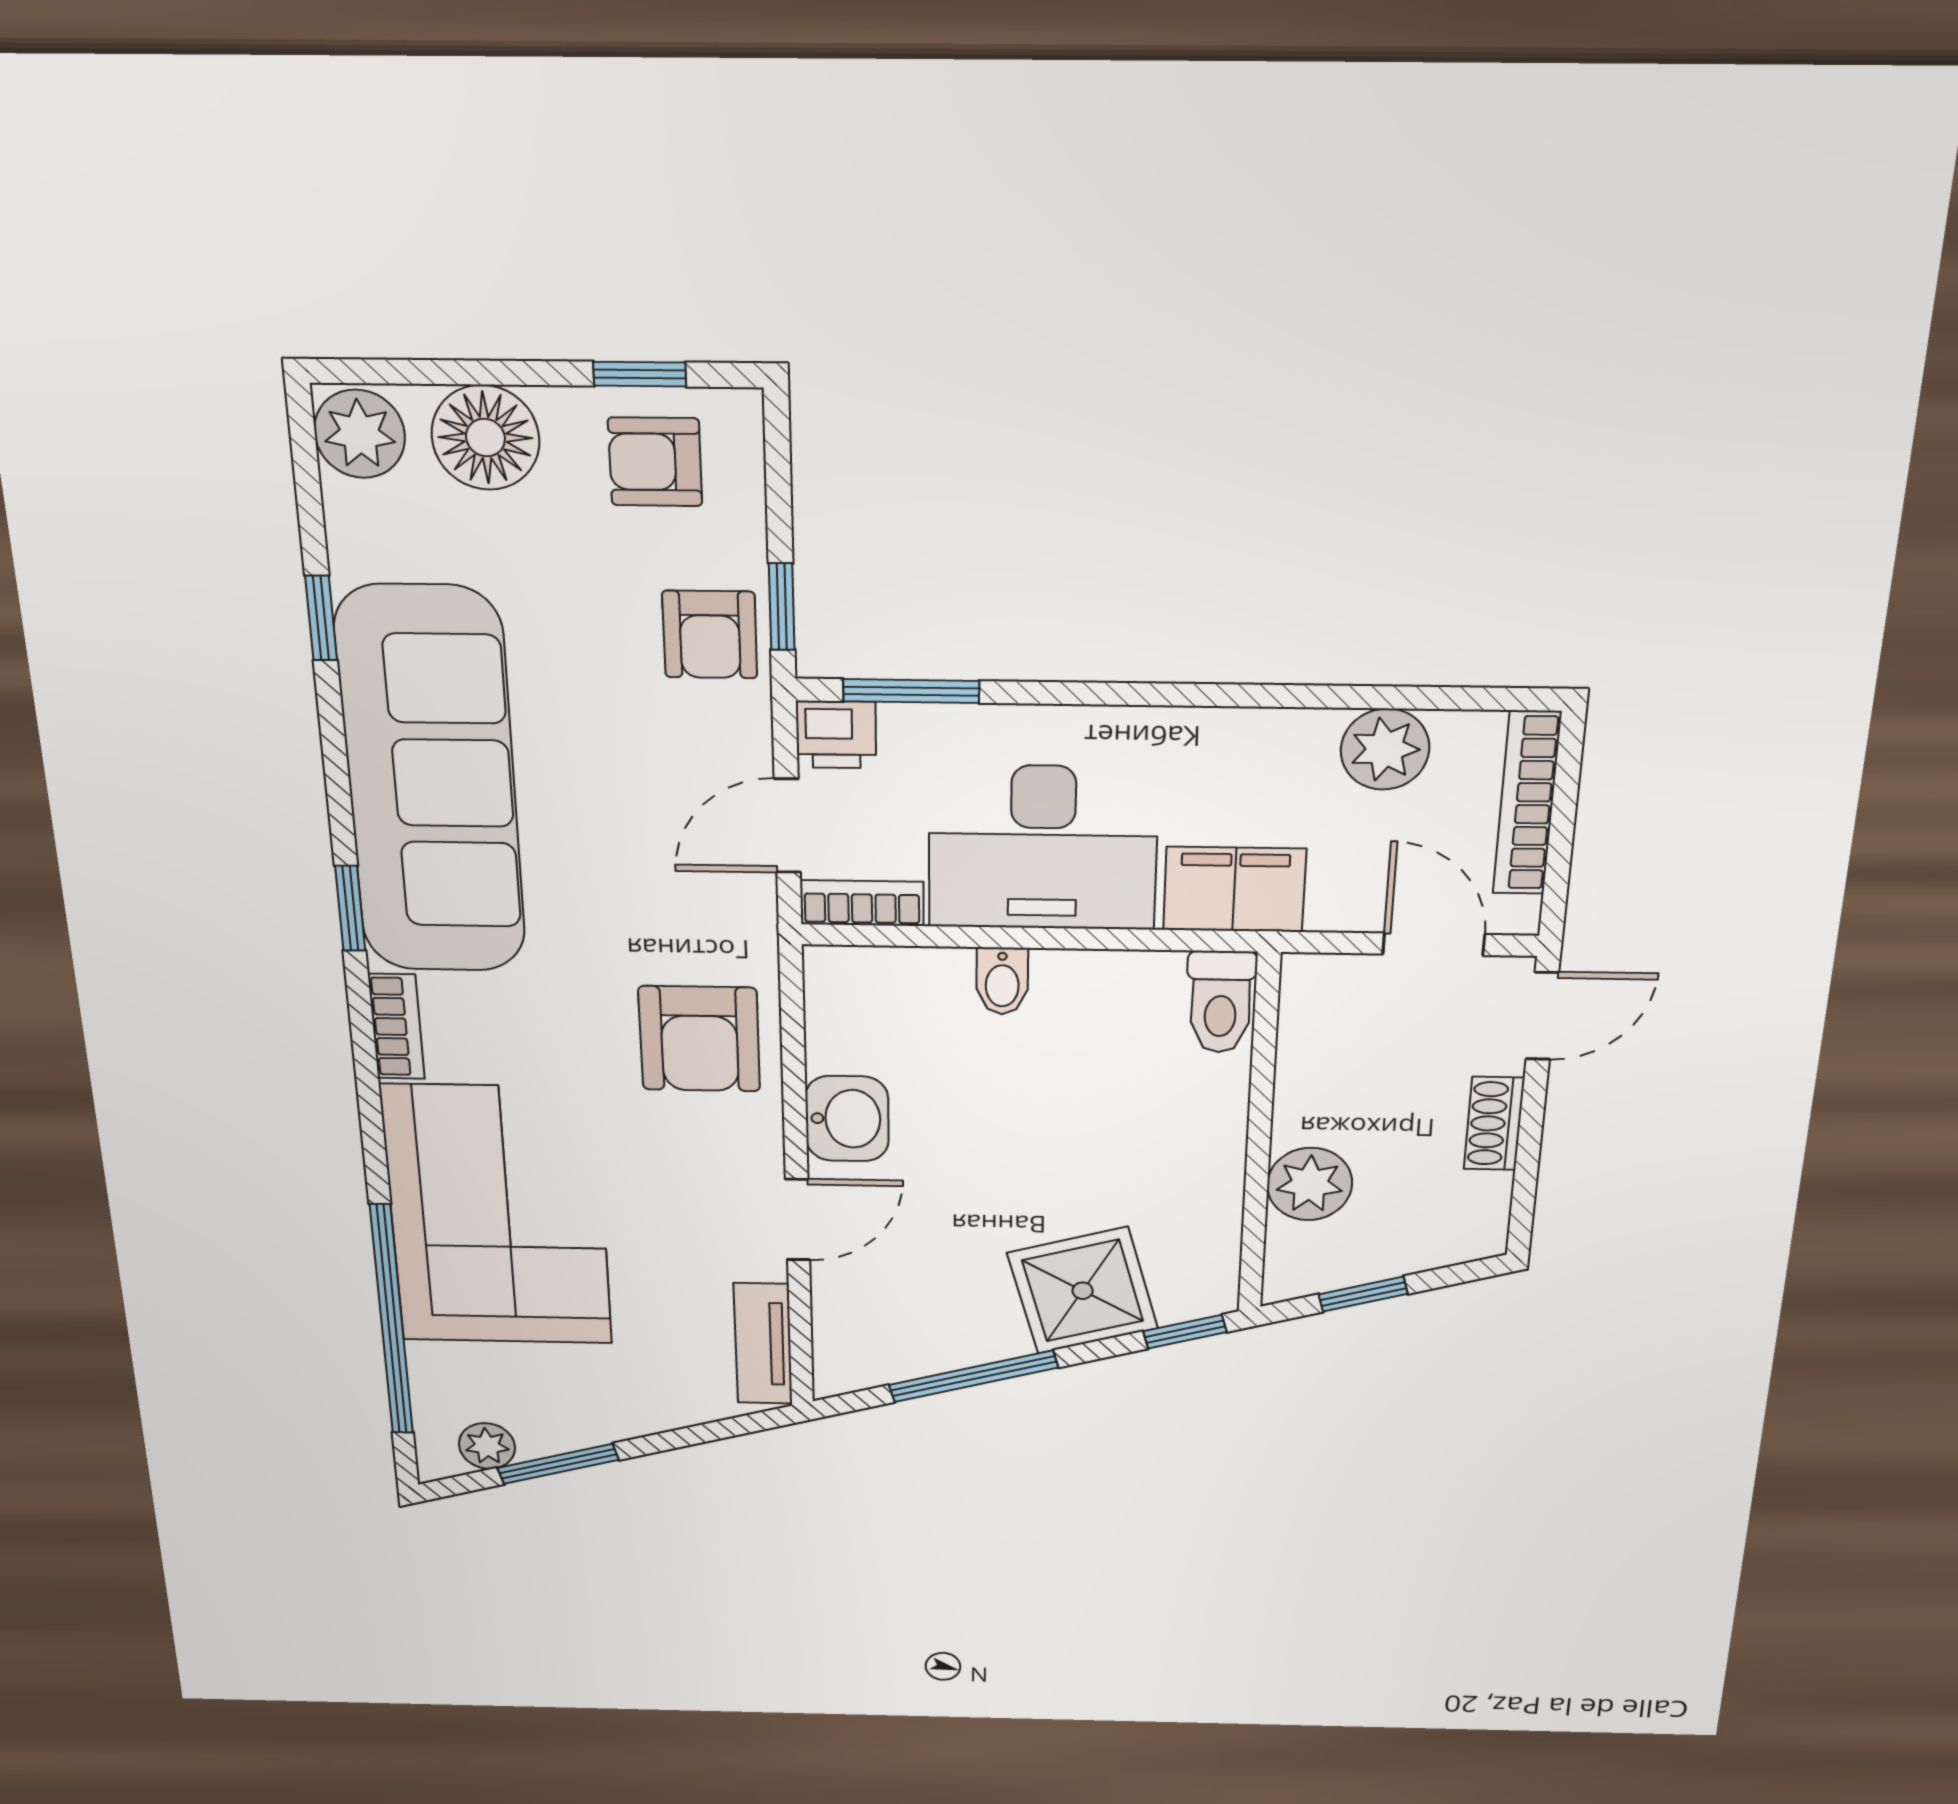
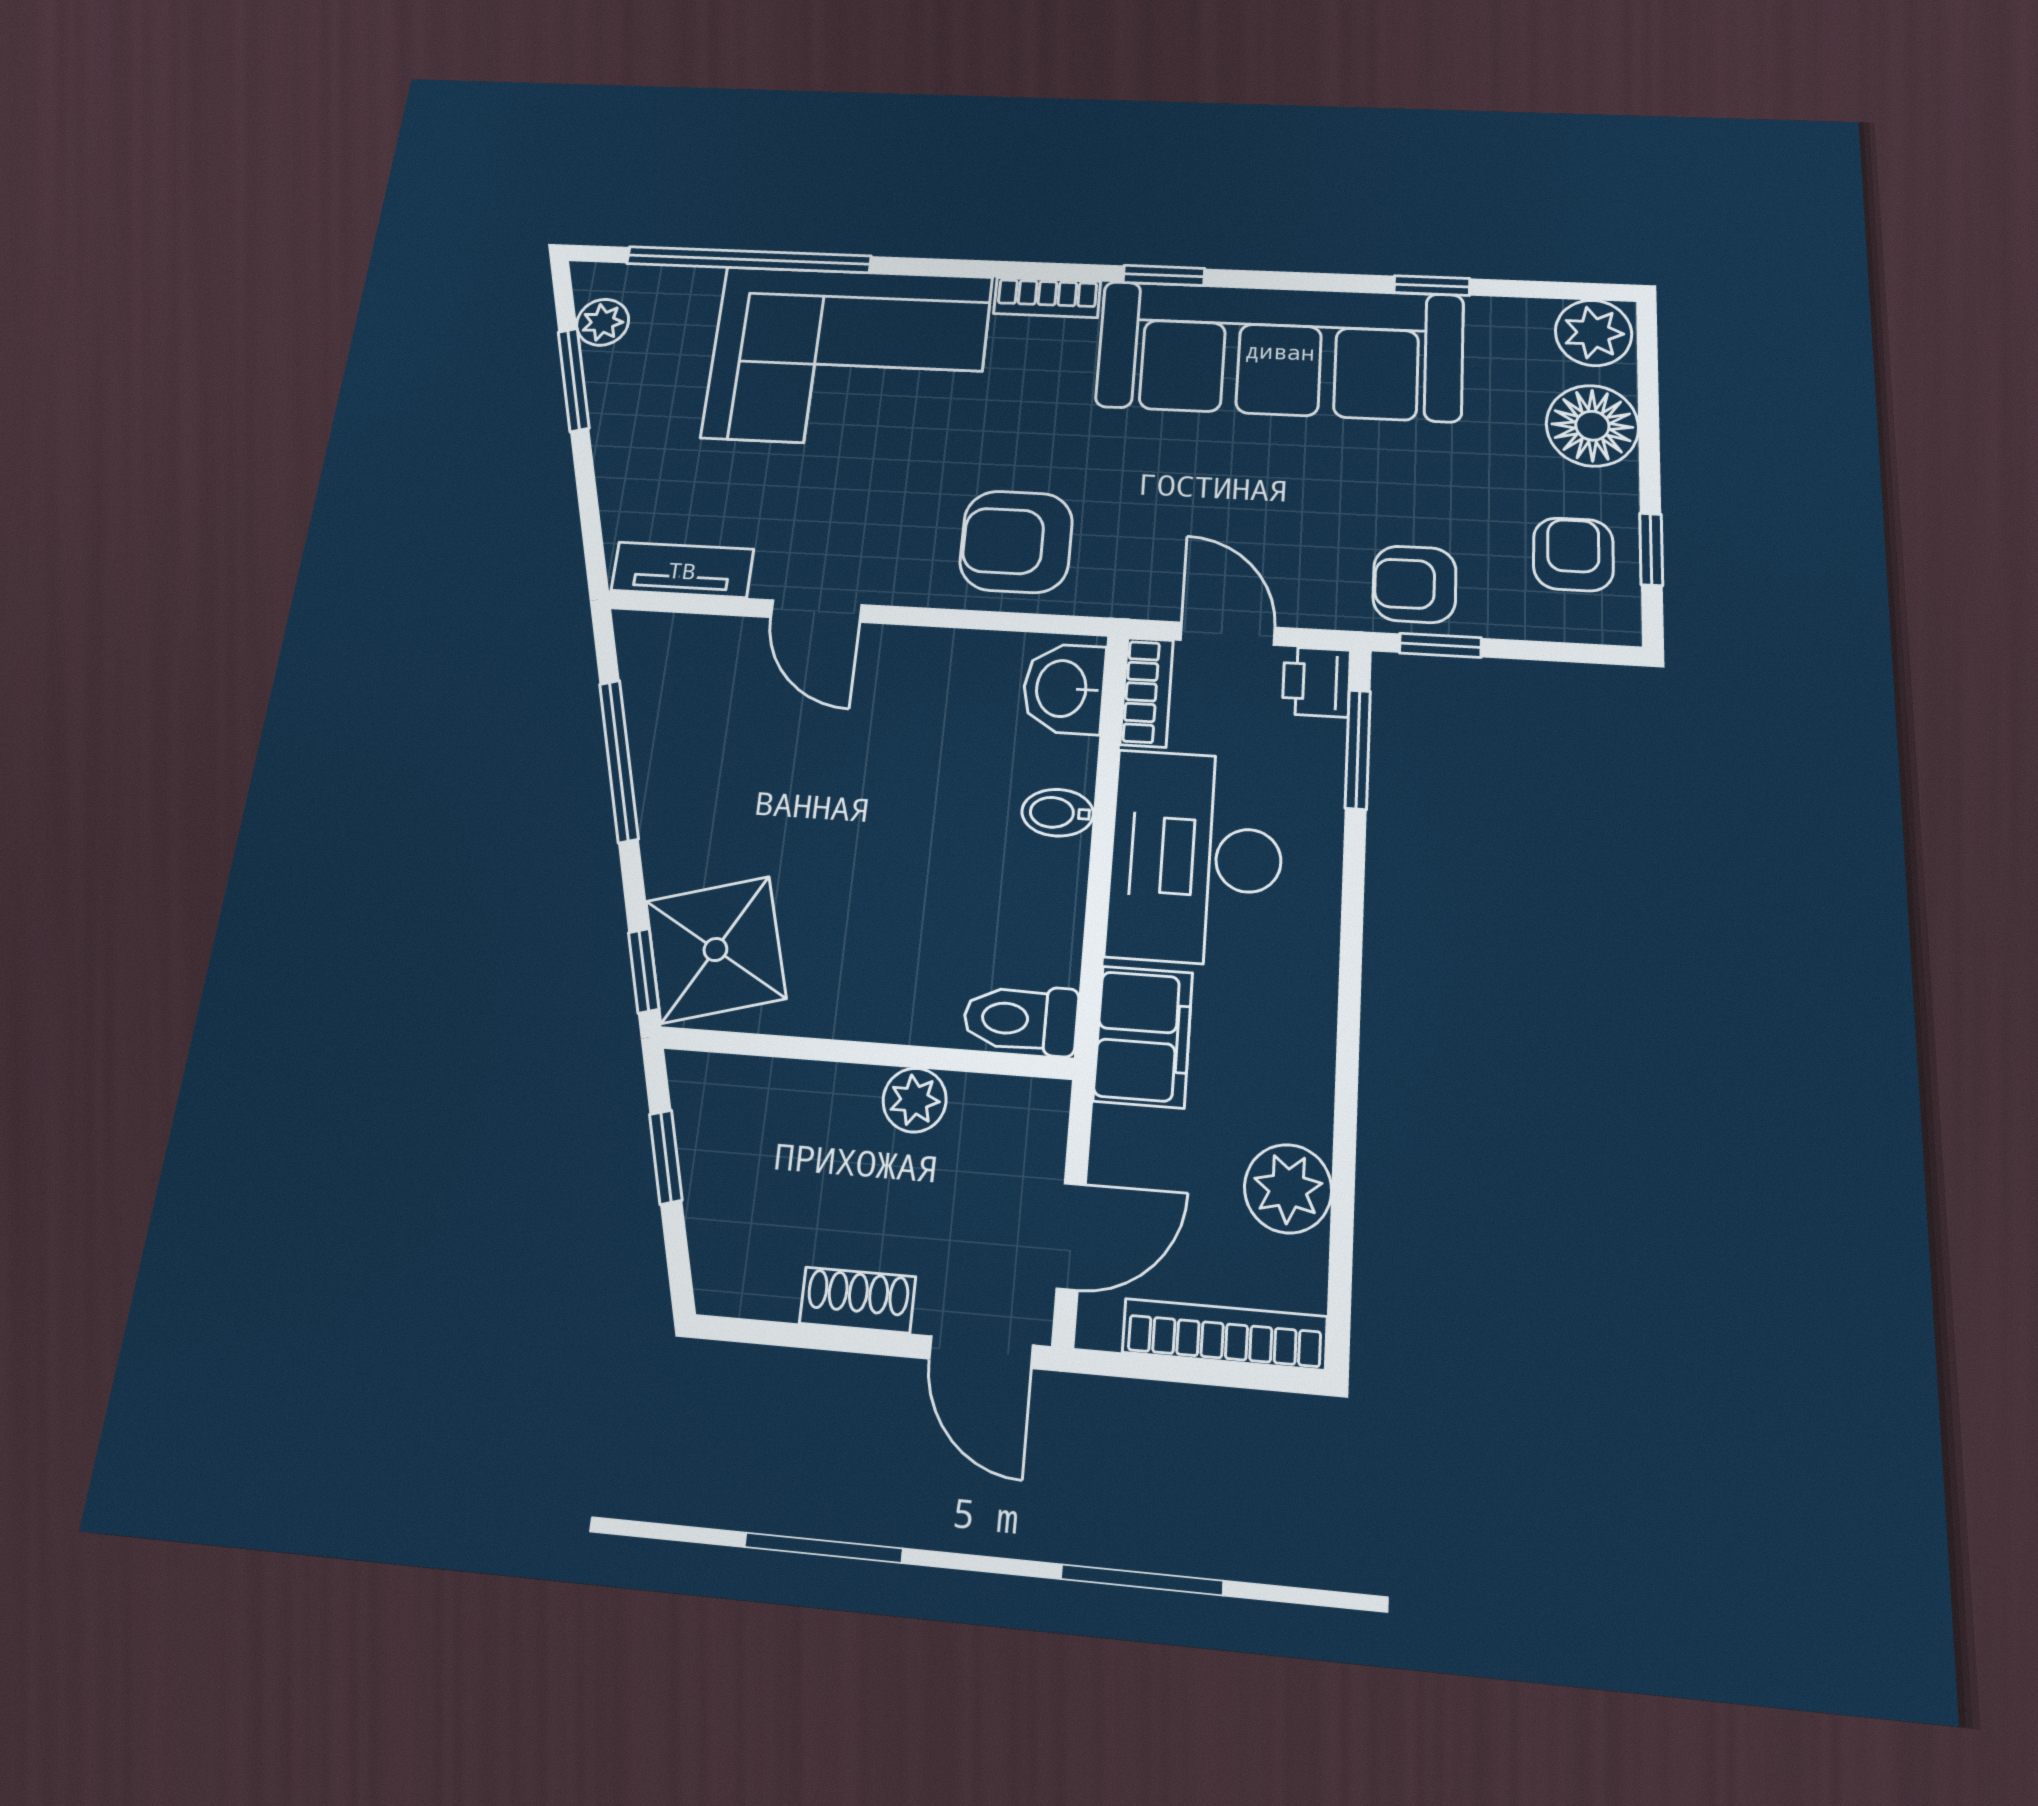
washbasin: (847, 1119) -> (1064, 689), moved, turned 90
plant: (1310, 1184) -> (915, 1100), moved, width x0.73, depth x0.73
shower: (1083, 1291) -> (715, 949), moved

